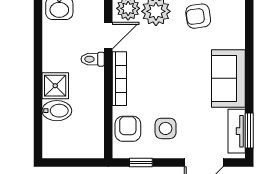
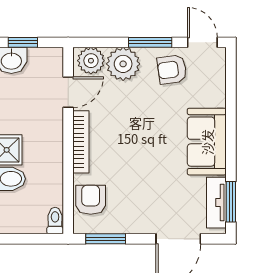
toilet: (93, 59) -> (55, 221), moved, turned 90
side table: (166, 128) -> (134, 199), removed
window: (141, 163) -> (106, 239), width x1.50

